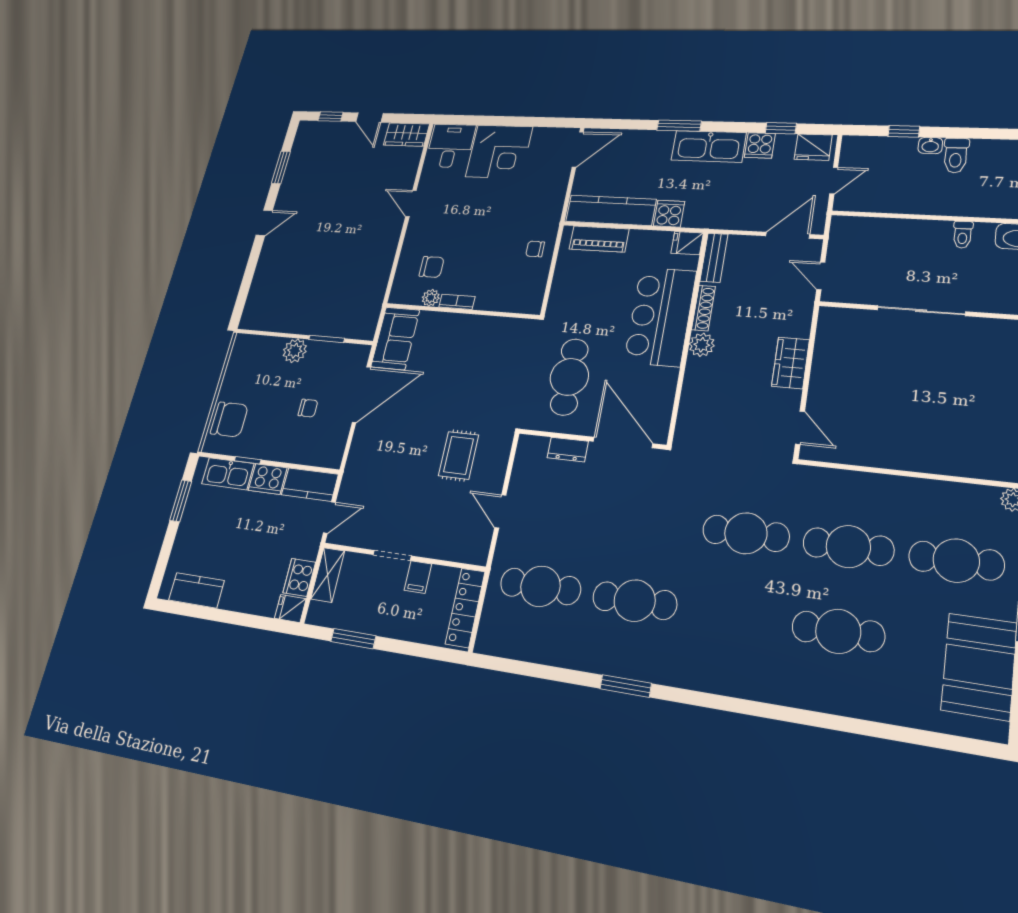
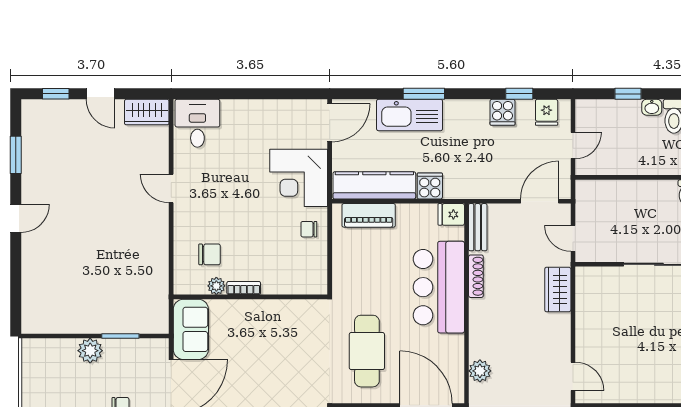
kitchen sink: (709, 146) -> (410, 115), moved
fridge: (813, 147) -> (547, 112), width x0.72
corner desk: (499, 152) -> (299, 178), moved, turned 90
plant: (702, 345) -> (480, 371), moved
wardrobe: (791, 363) -> (558, 290), moved

